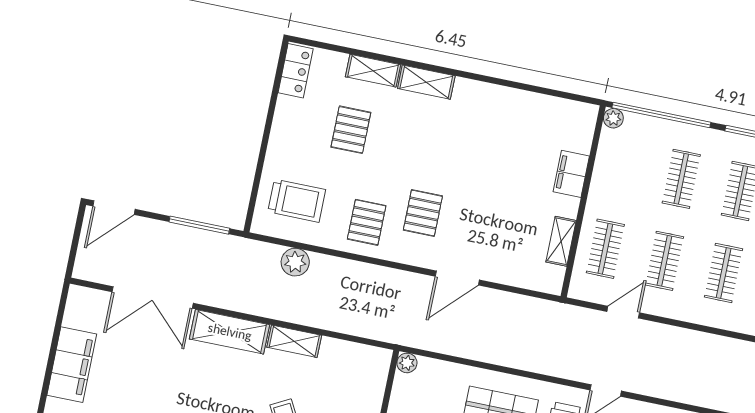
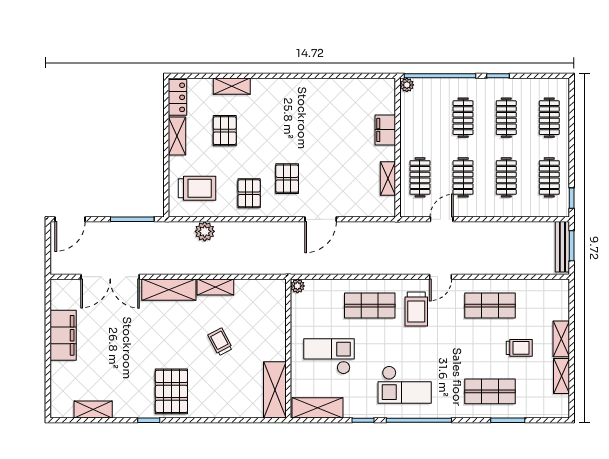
shelving: (426, 82) -> (177, 136), moved, turned 90

